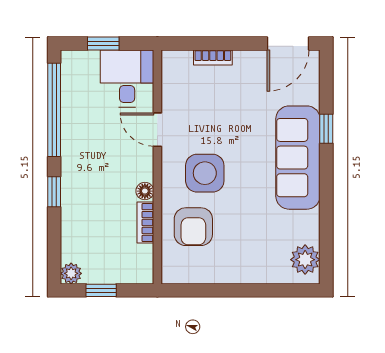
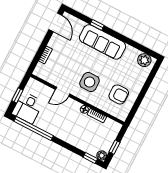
desk: (127, 78) -> (28, 108), moved, turned -90
window: (54, 192) -> (90, 158), moved
armchair: (193, 227) -> (119, 94), moved

